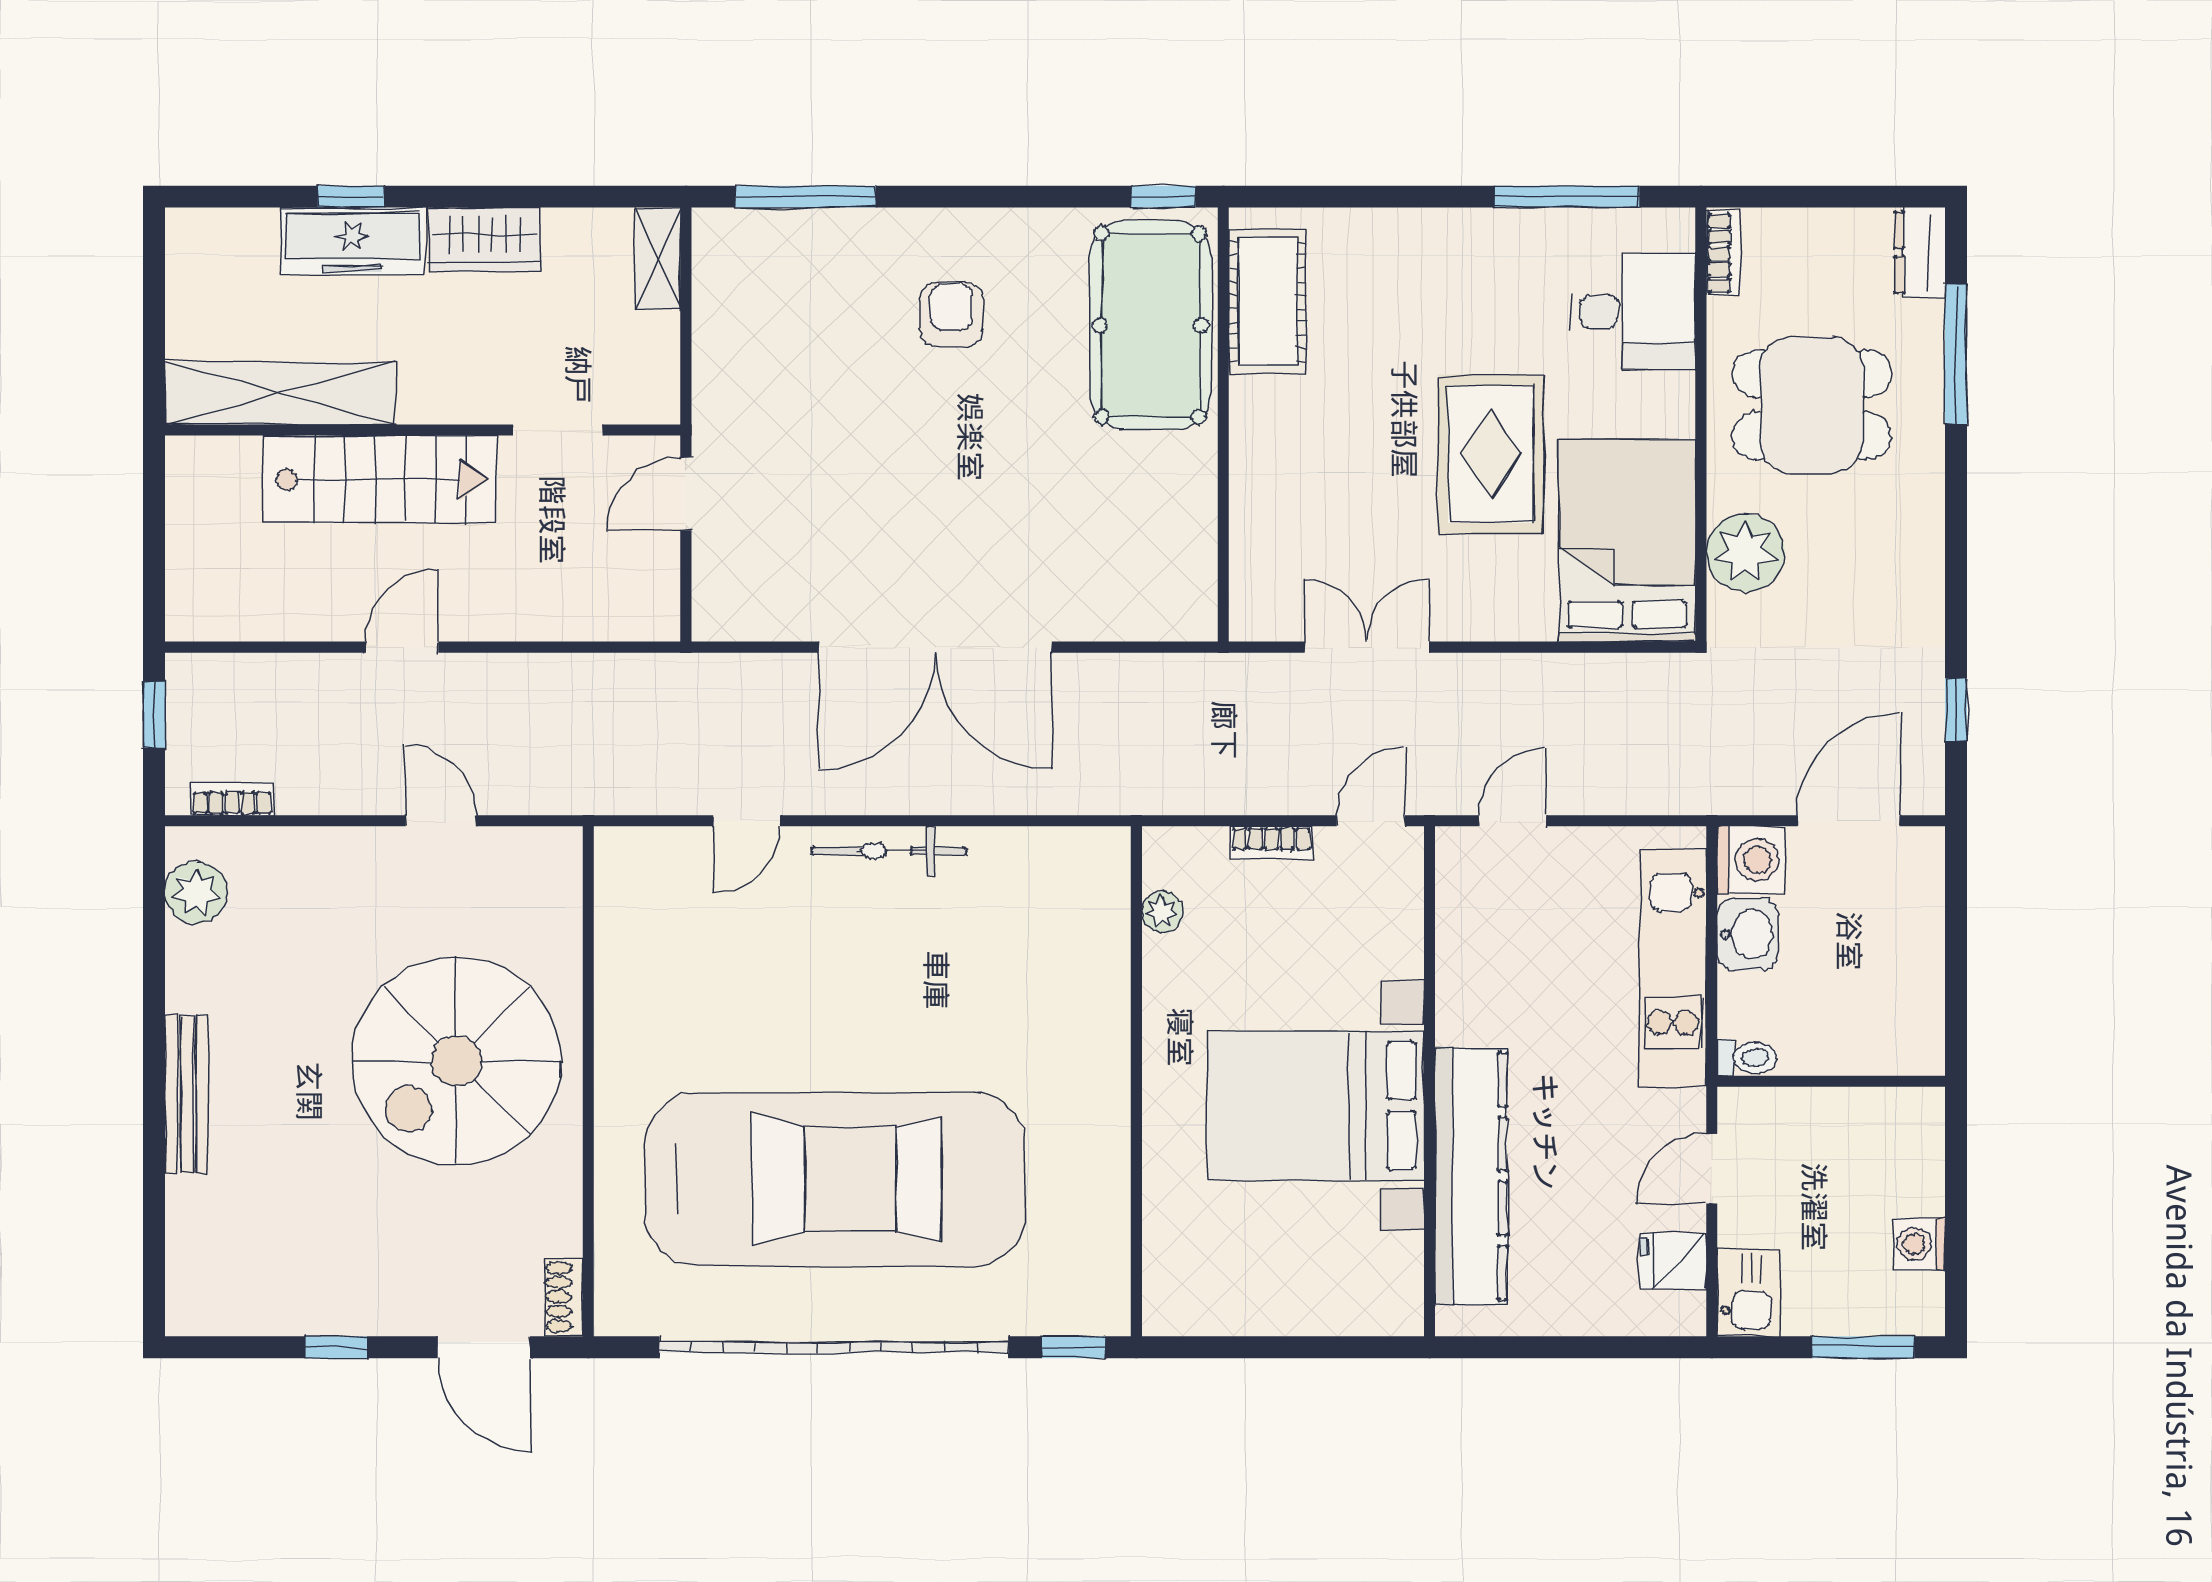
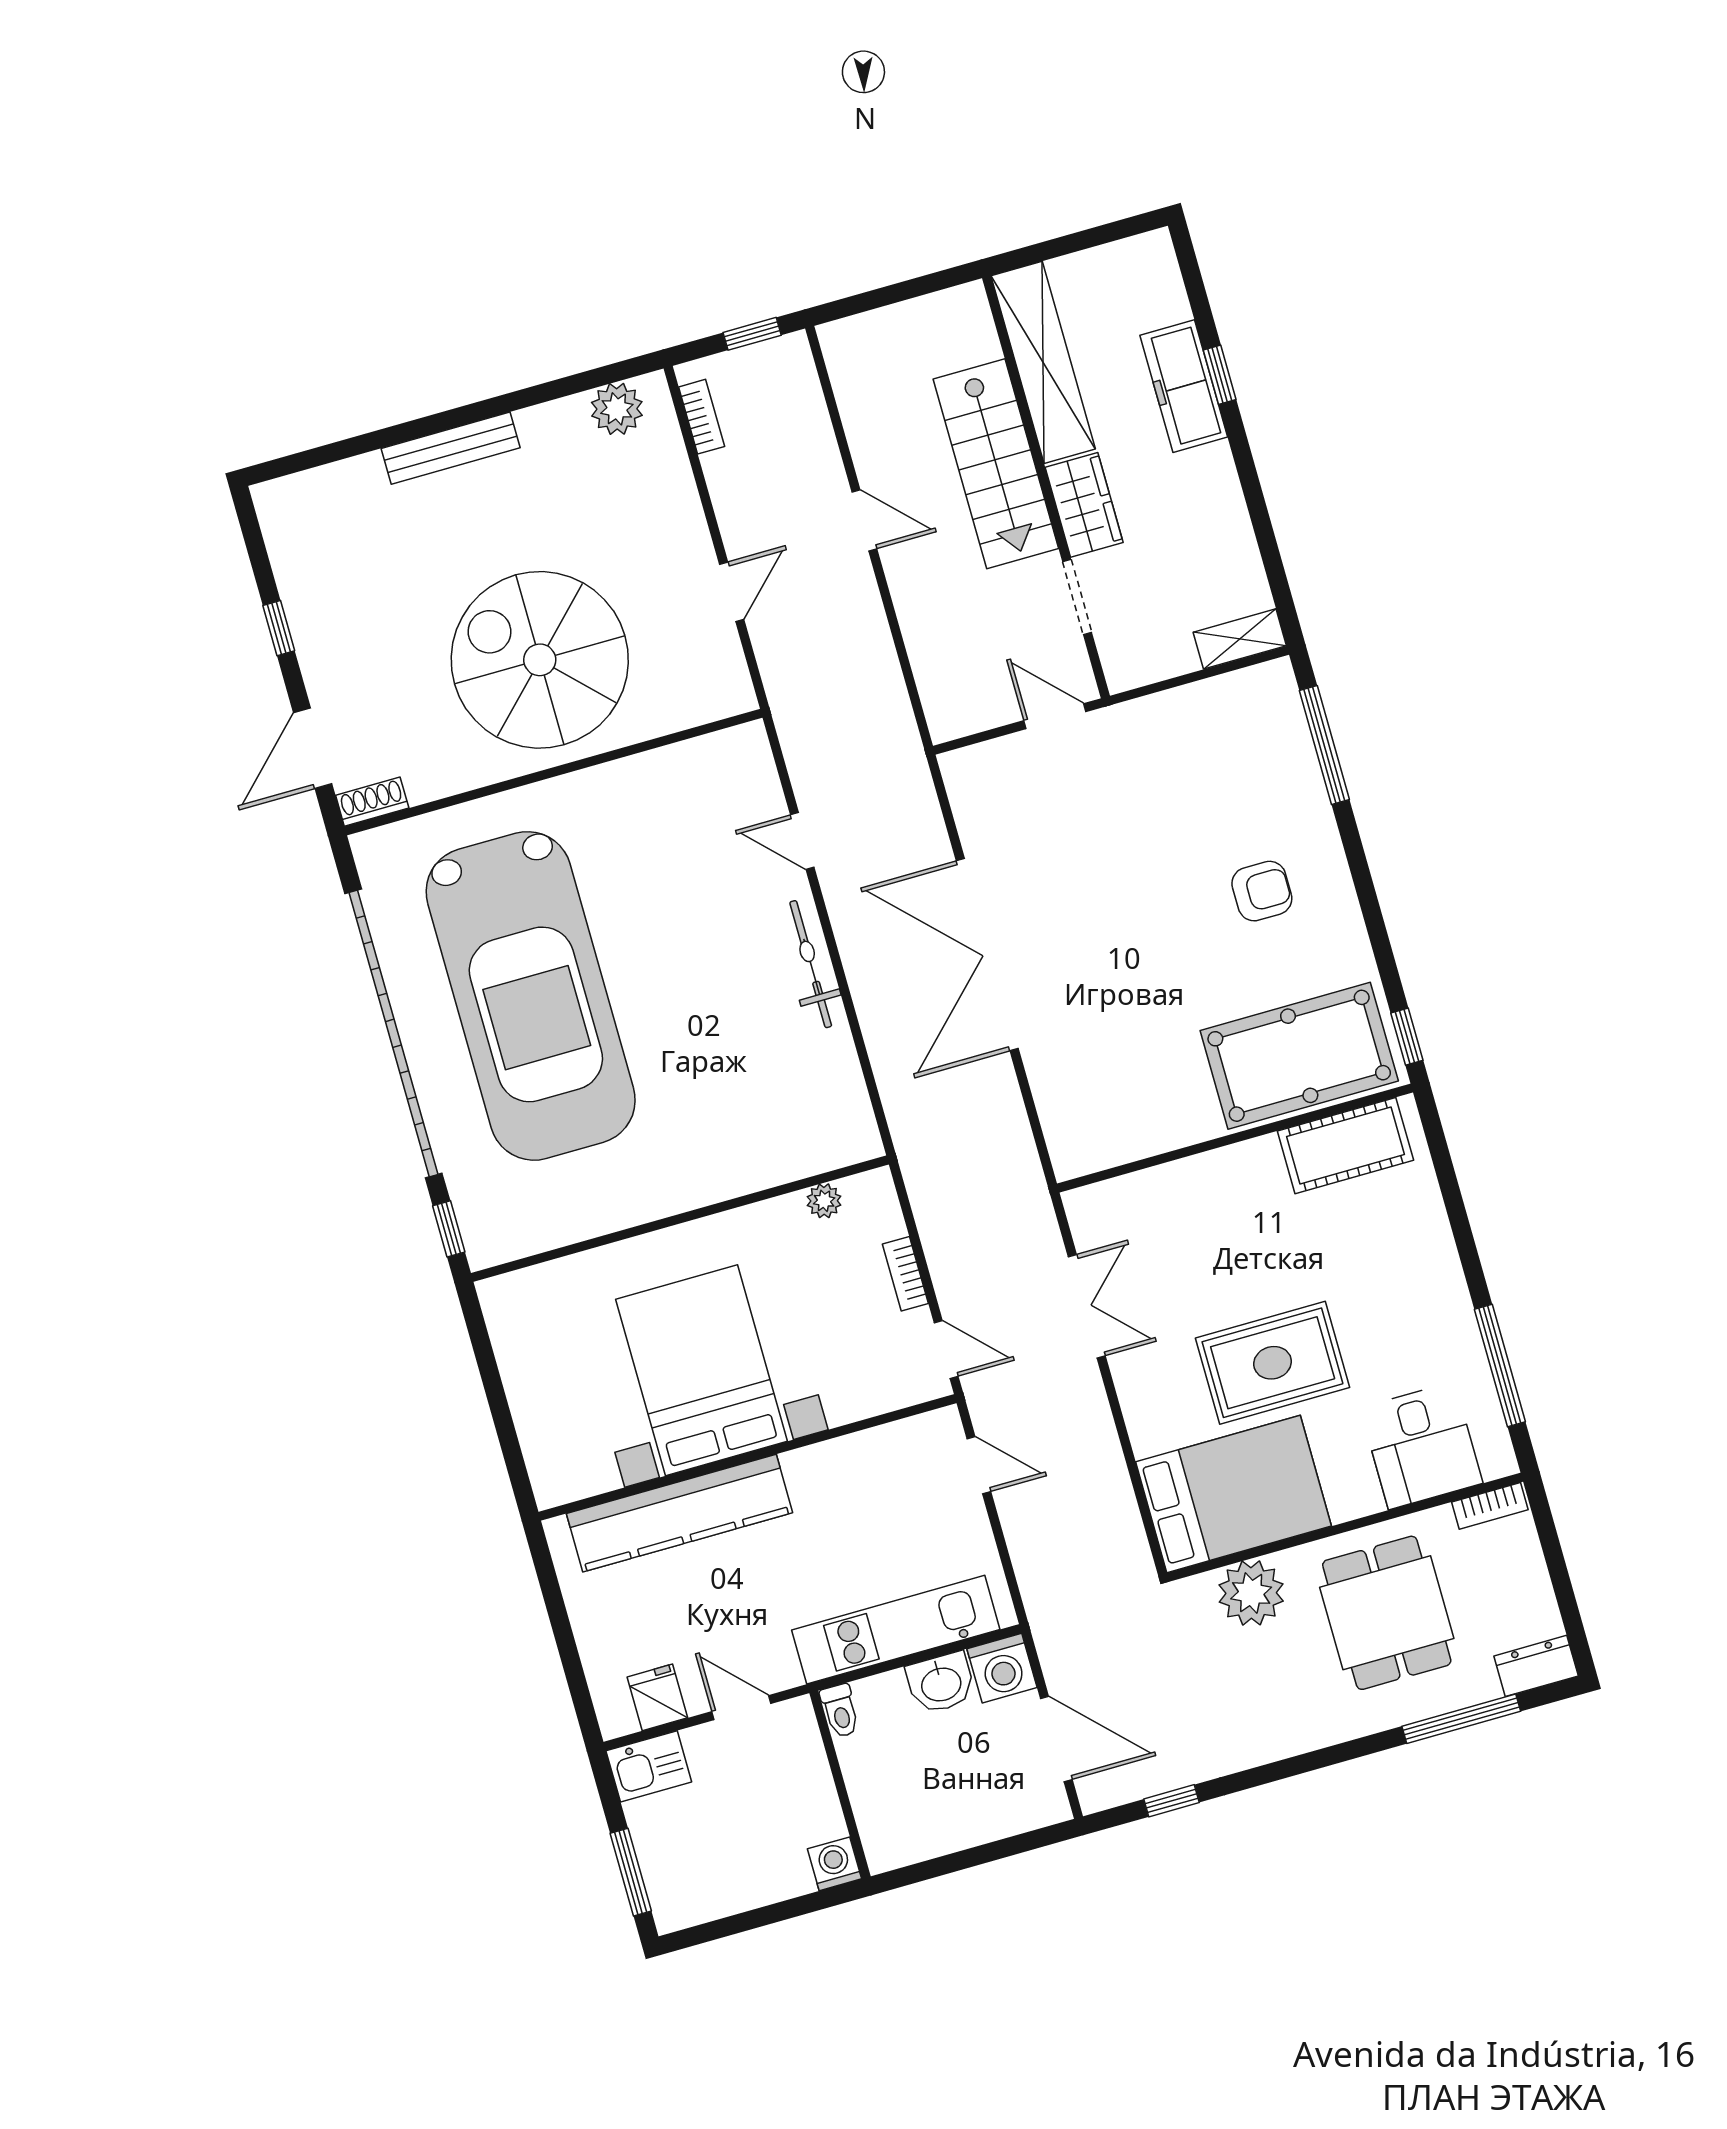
wardrobe: (484, 240) -> (1084, 505), moved, turned 180
washing machine: (1919, 1244) -> (834, 1864), moved

